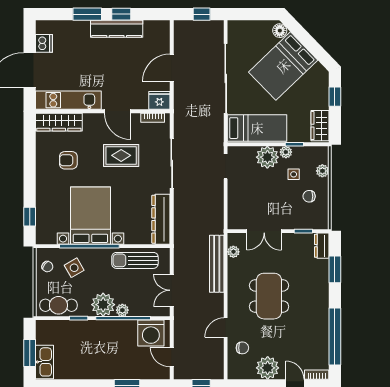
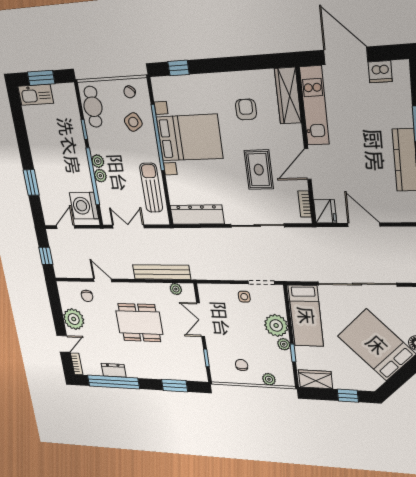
side table: (294, 174) -> (244, 297), moved
dresser: (322, 246) -> (114, 370), moved
plant: (103, 305) -> (98, 161), width x0.53, depth x0.53

